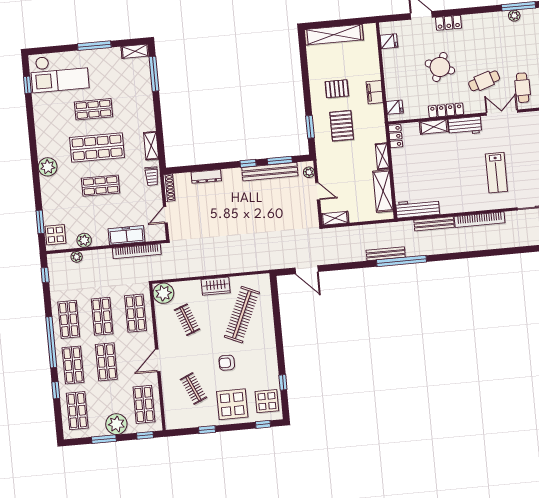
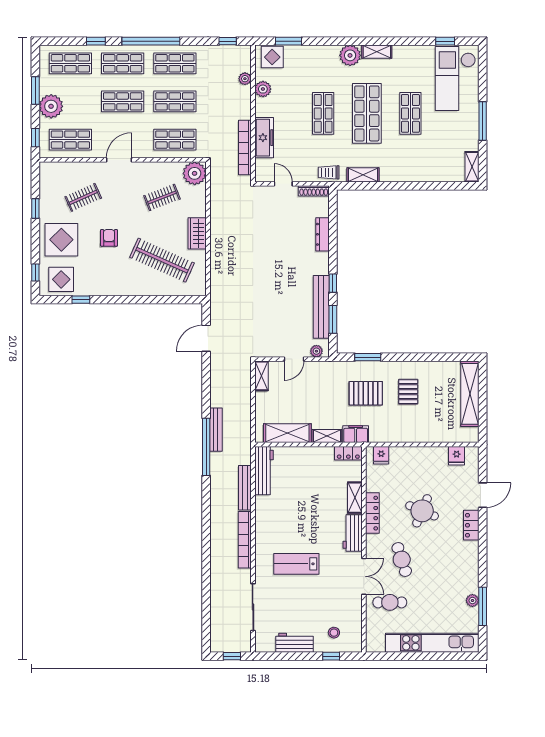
window: (154, 74) -> (444, 186), removed
filing cabinet: (375, 92) -> (356, 434), moved
shelving: (42, 144) -> (377, 52), added
door: (158, 360) -> (119, 160), hinge flipped

